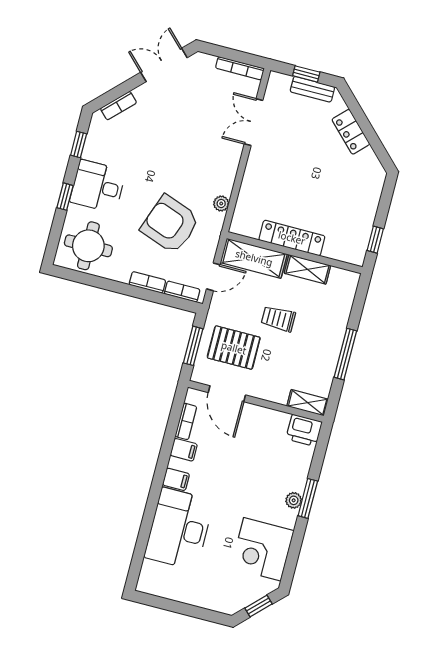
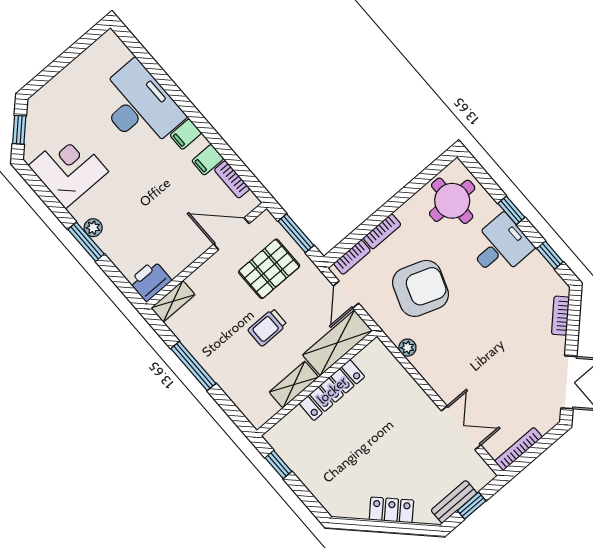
trolley: (278, 319) -> (267, 327), turned 180

